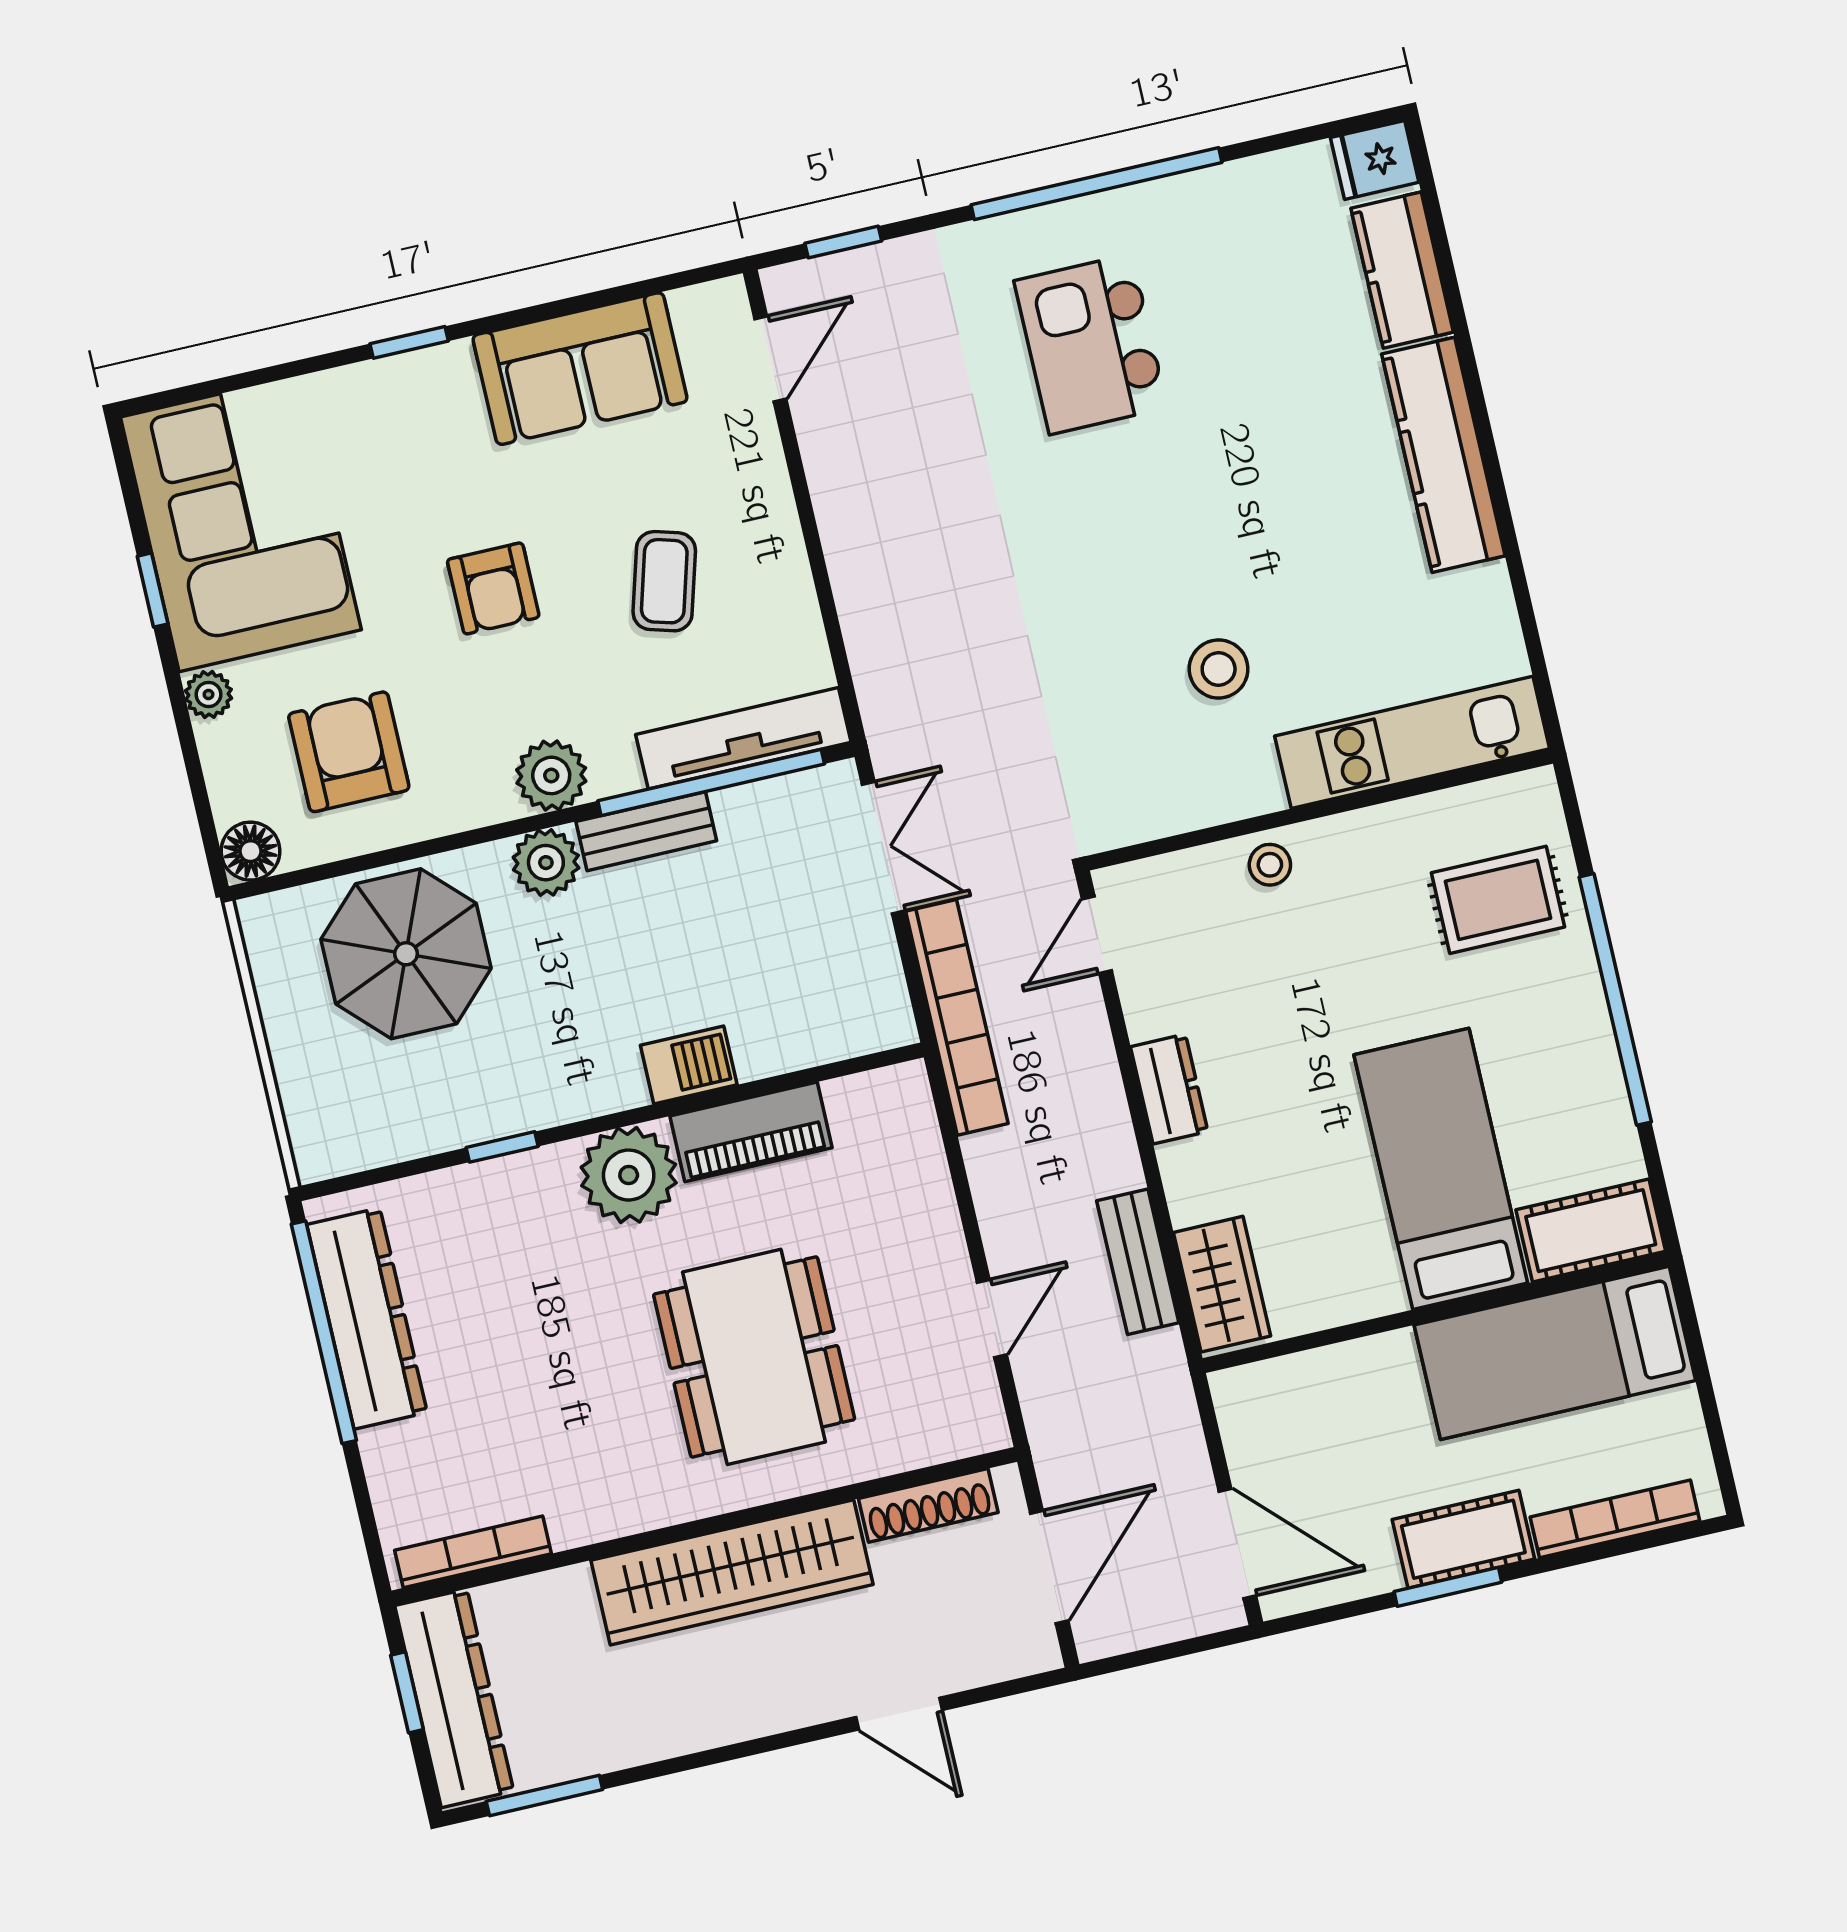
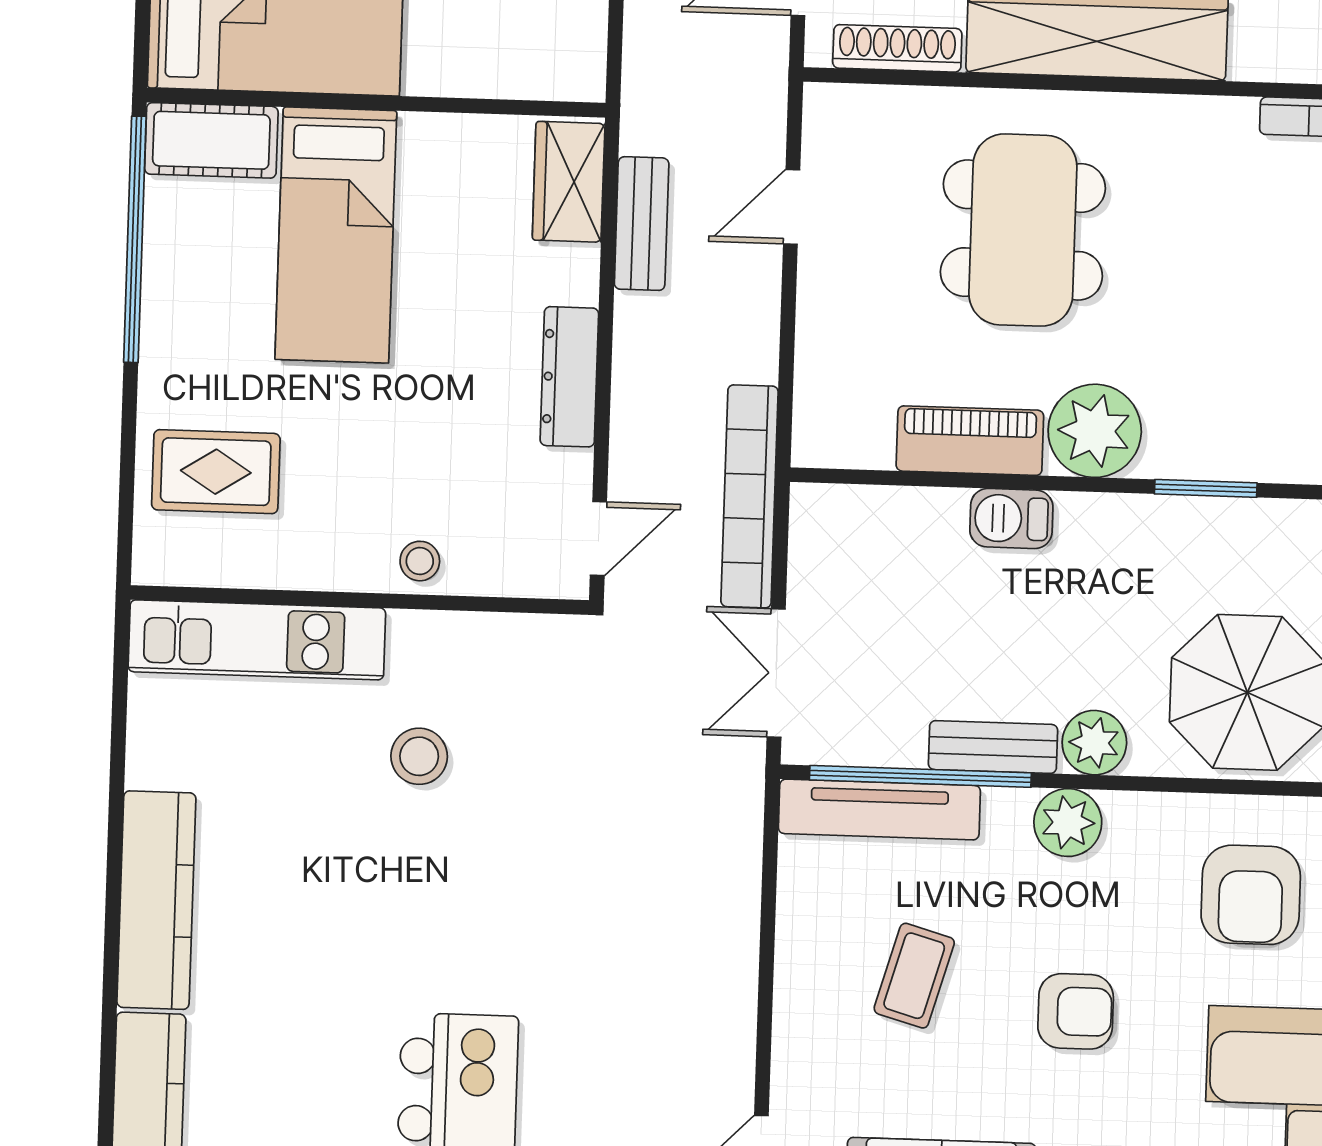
armchair: (493, 588) -> (1076, 1011), turned 90
window: (1615, 999) -> (135, 239), moved
dresser: (1169, 1089) -> (569, 377), width x1.44
window: (502, 1147) -> (1206, 488), width x1.50

